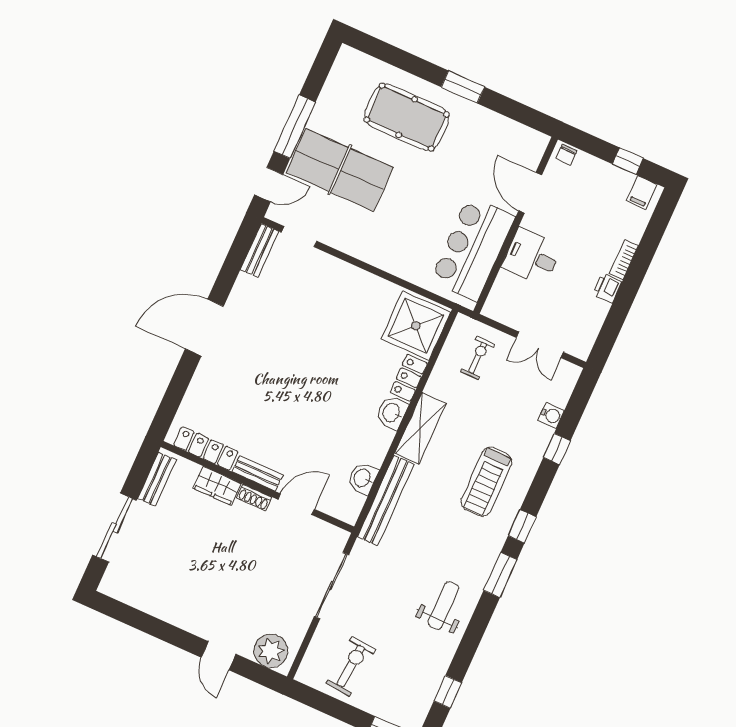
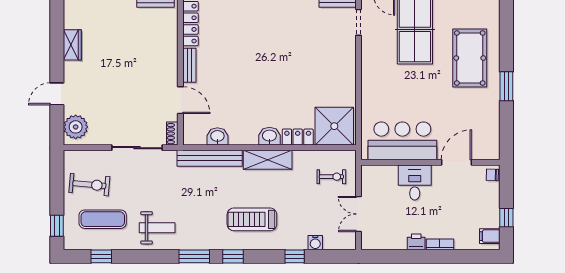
wardrobe: (217, 486) -> (72, 45), moved, turned 180
shoe rack: (254, 498) -> (172, 134), moved
exercise mat: (402, 669) -> (103, 219), added

